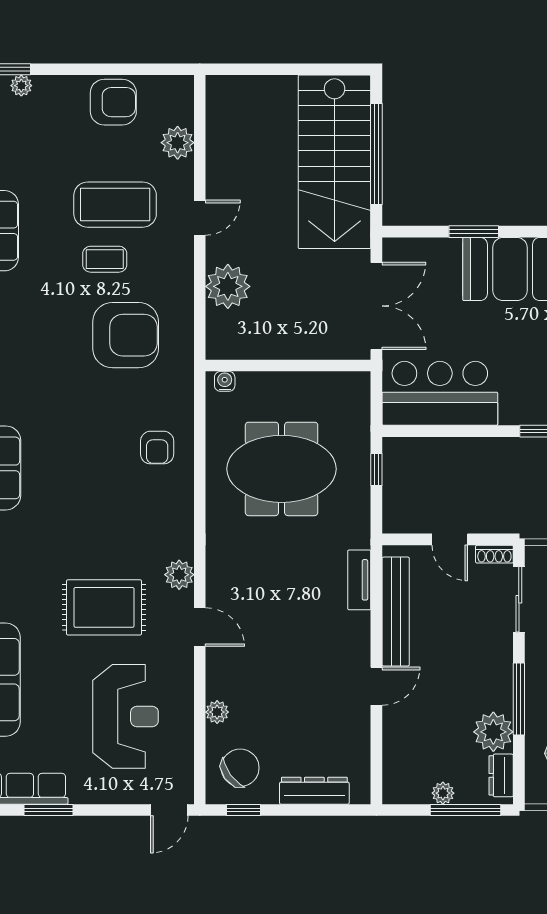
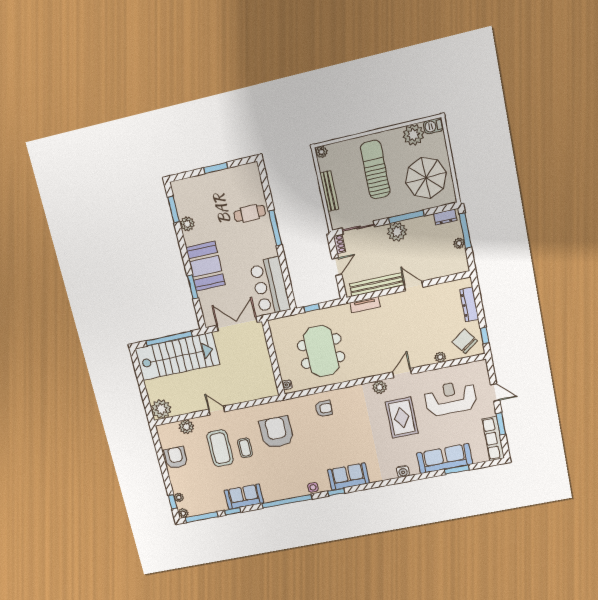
plant: (228, 286) -> (161, 409), moved
plant: (493, 732) -> (397, 232), moved
door: (169, 810) -> (495, 392), moved

